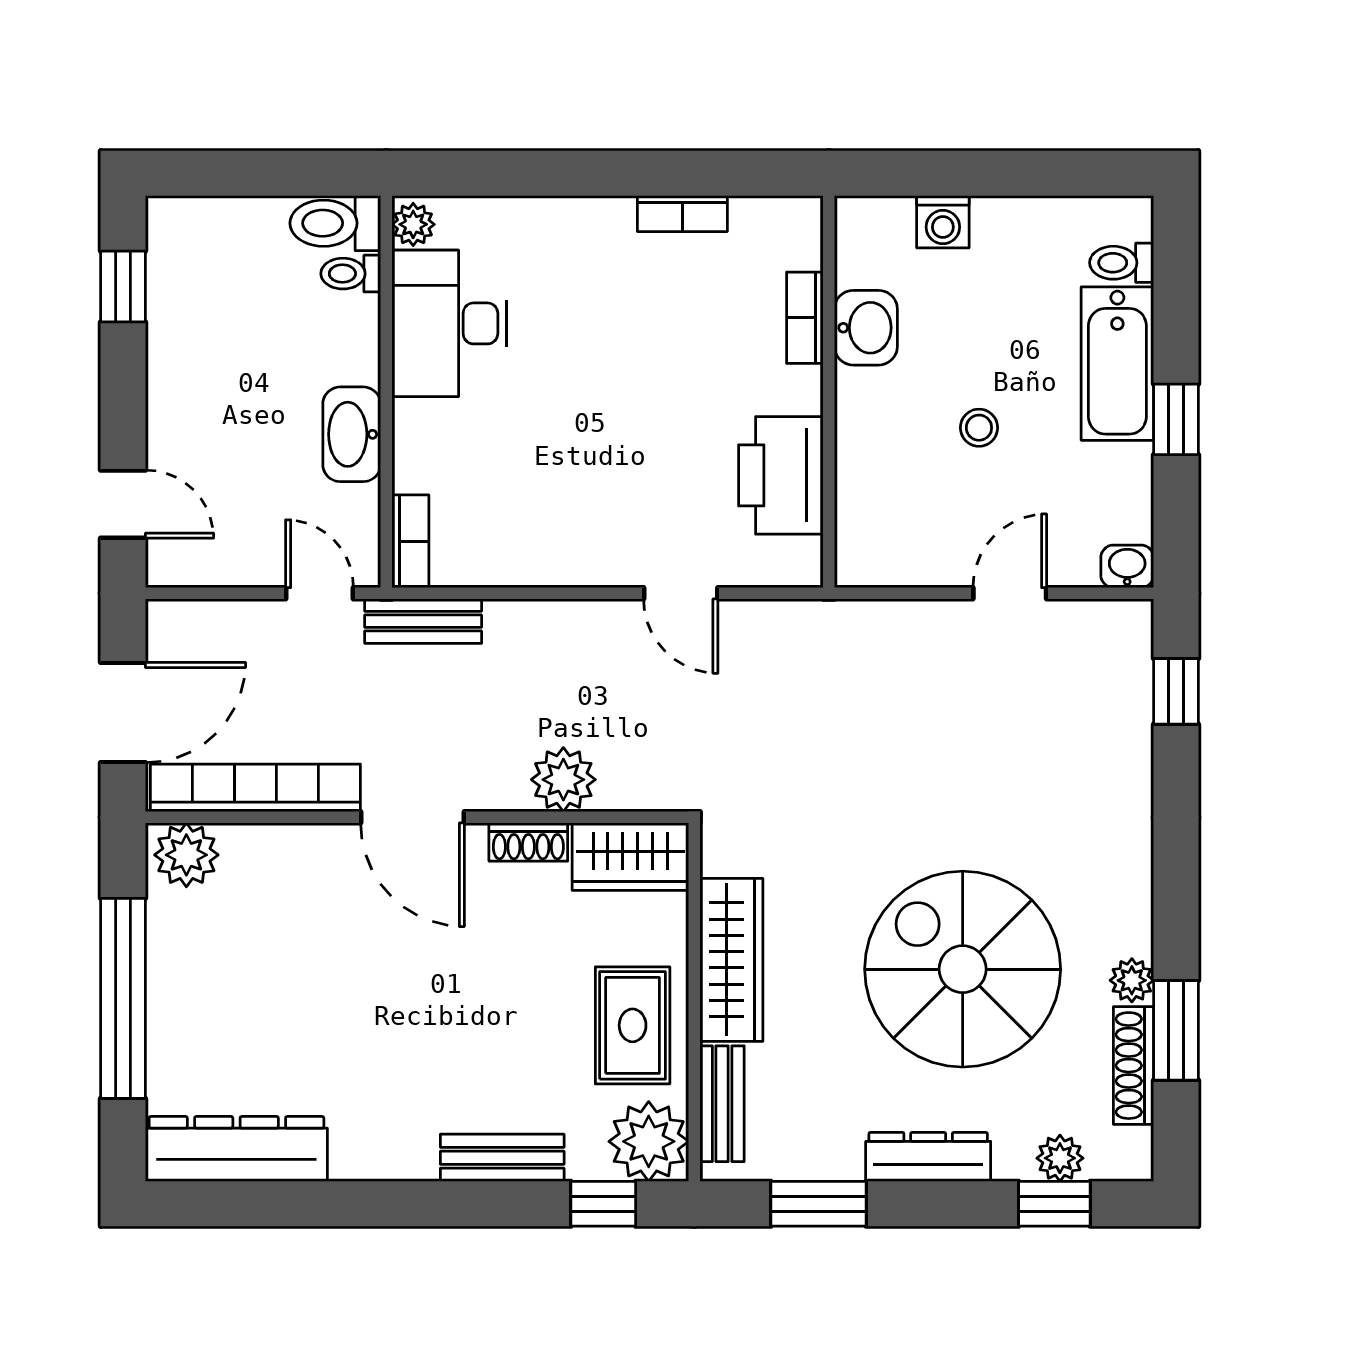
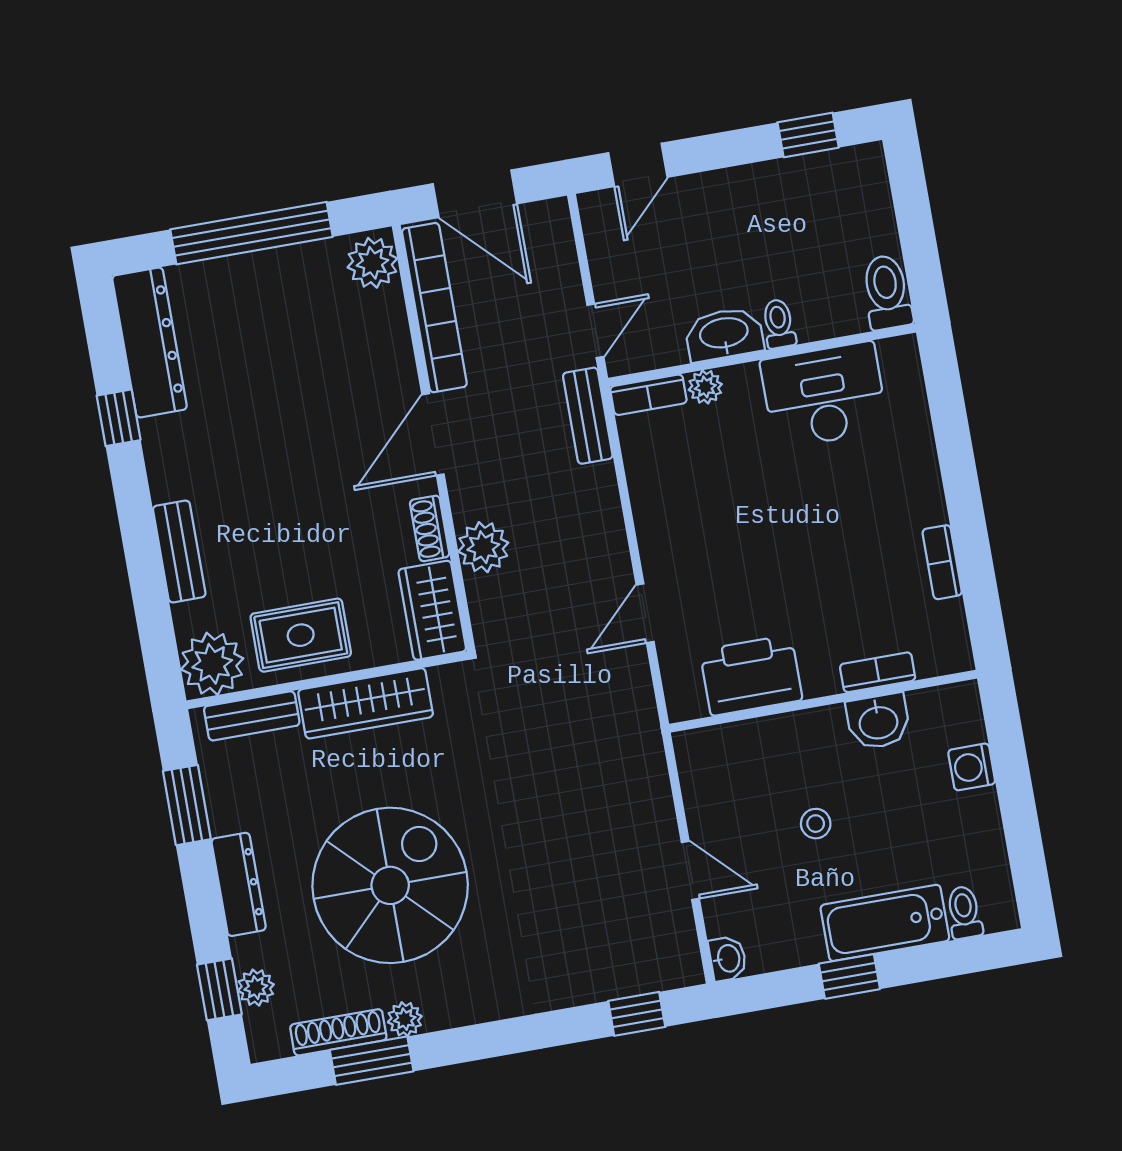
plant: (413, 224) -> (705, 387), moved
toilet: (351, 274) -> (779, 324), moved
window: (603, 1204) -> (119, 418), moved

